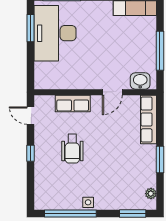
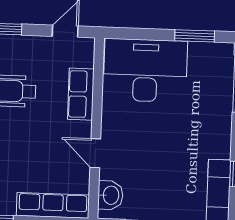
desk: (55, 33) -> (145, 70), moved

